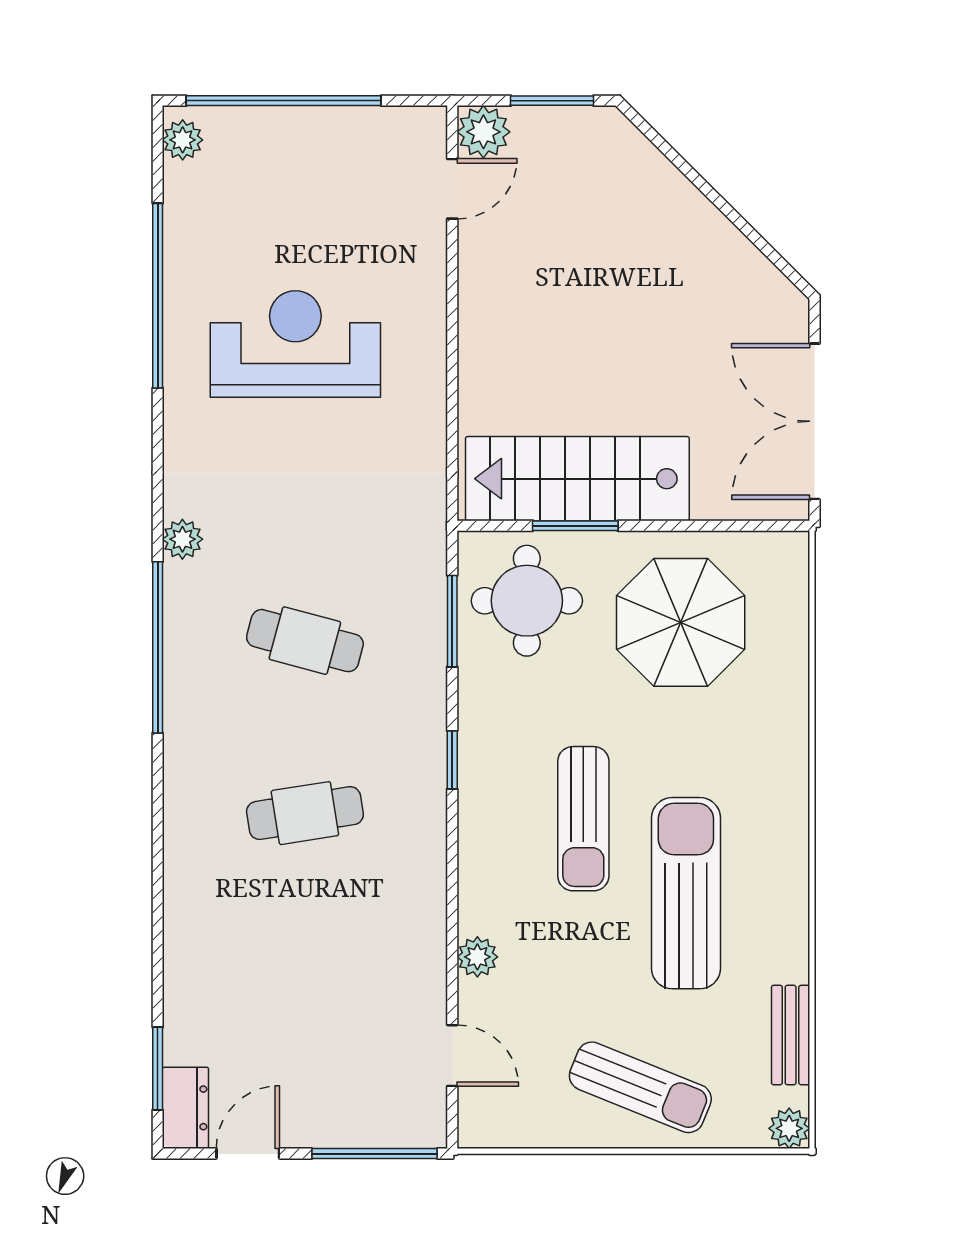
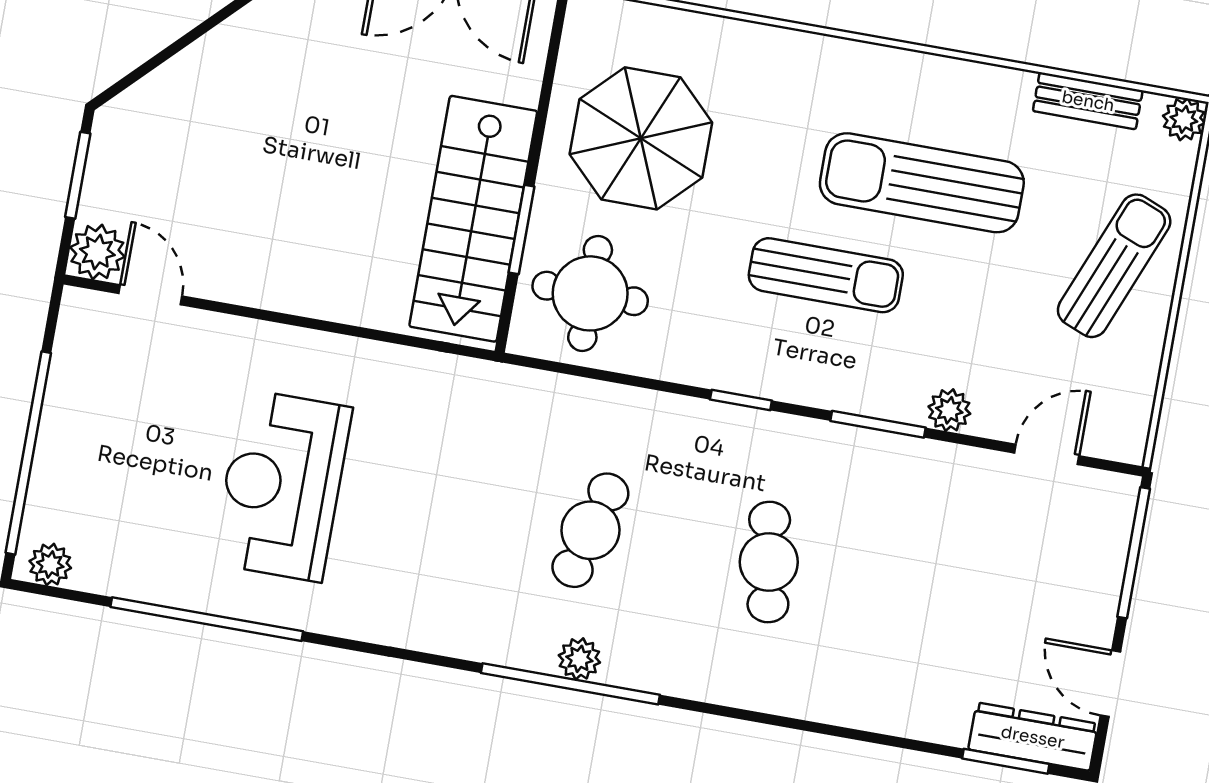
plant: (182, 539) -> (579, 659), moved
window: (452, 621) -> (878, 424), moved
dresser: (185, 1108) -> (1033, 737), width x1.44

